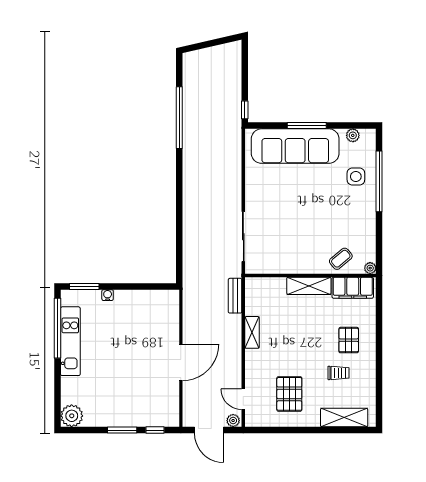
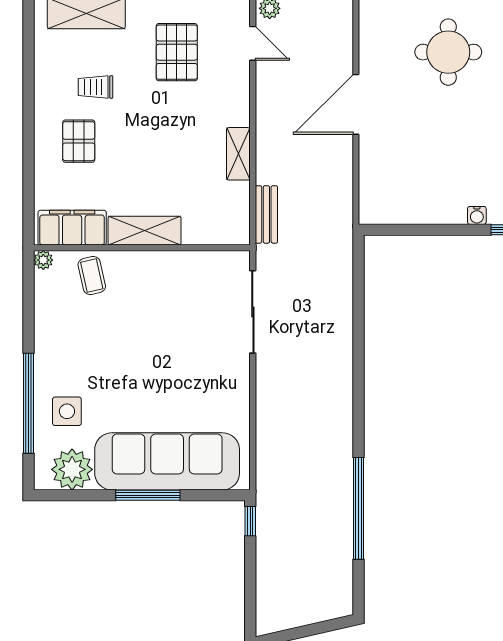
plant: (353, 135) -> (72, 469), width x1.87, depth x1.87
coffee table: (341, 259) -> (92, 276), turned -63
round table: (125, 394) -> (448, 52), added

